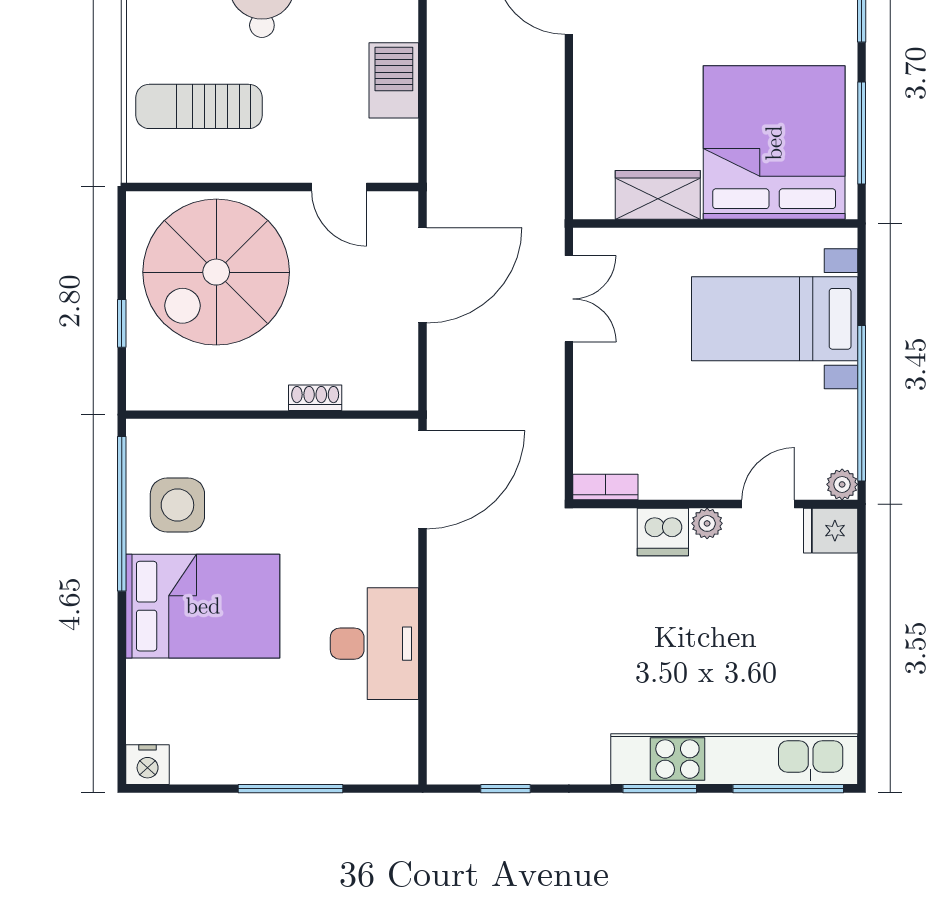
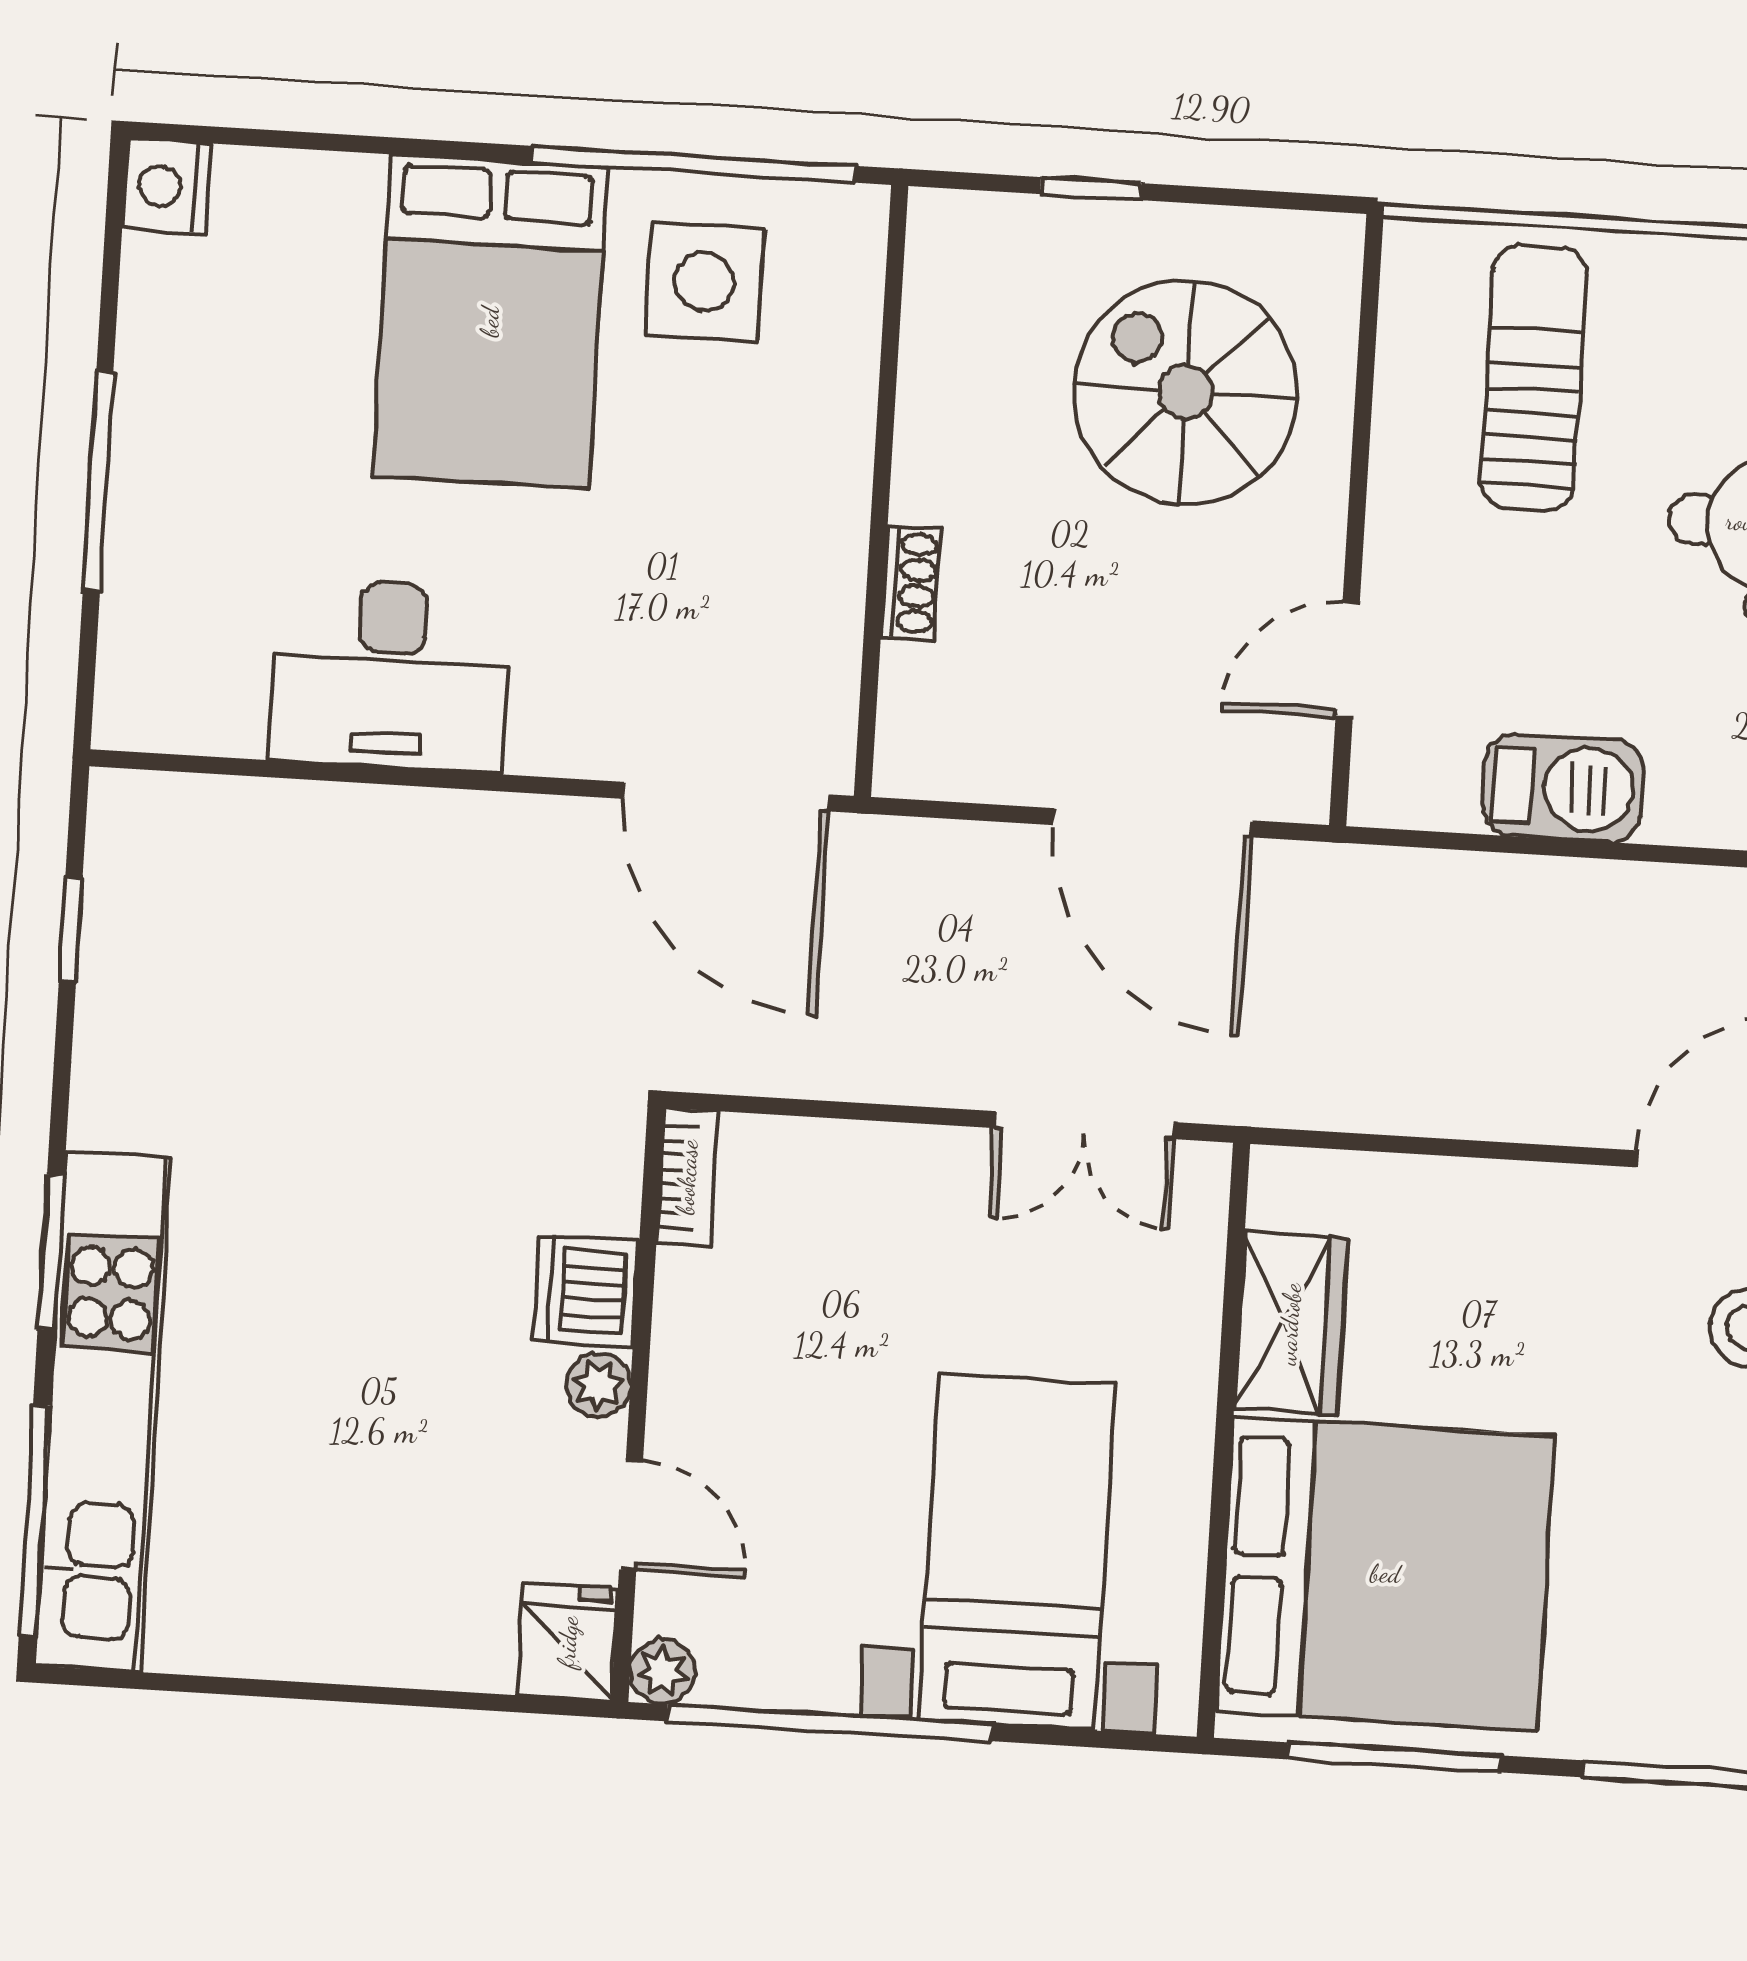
spiral stairs: (216, 272) -> (1186, 392), width x0.73, depth x0.73

